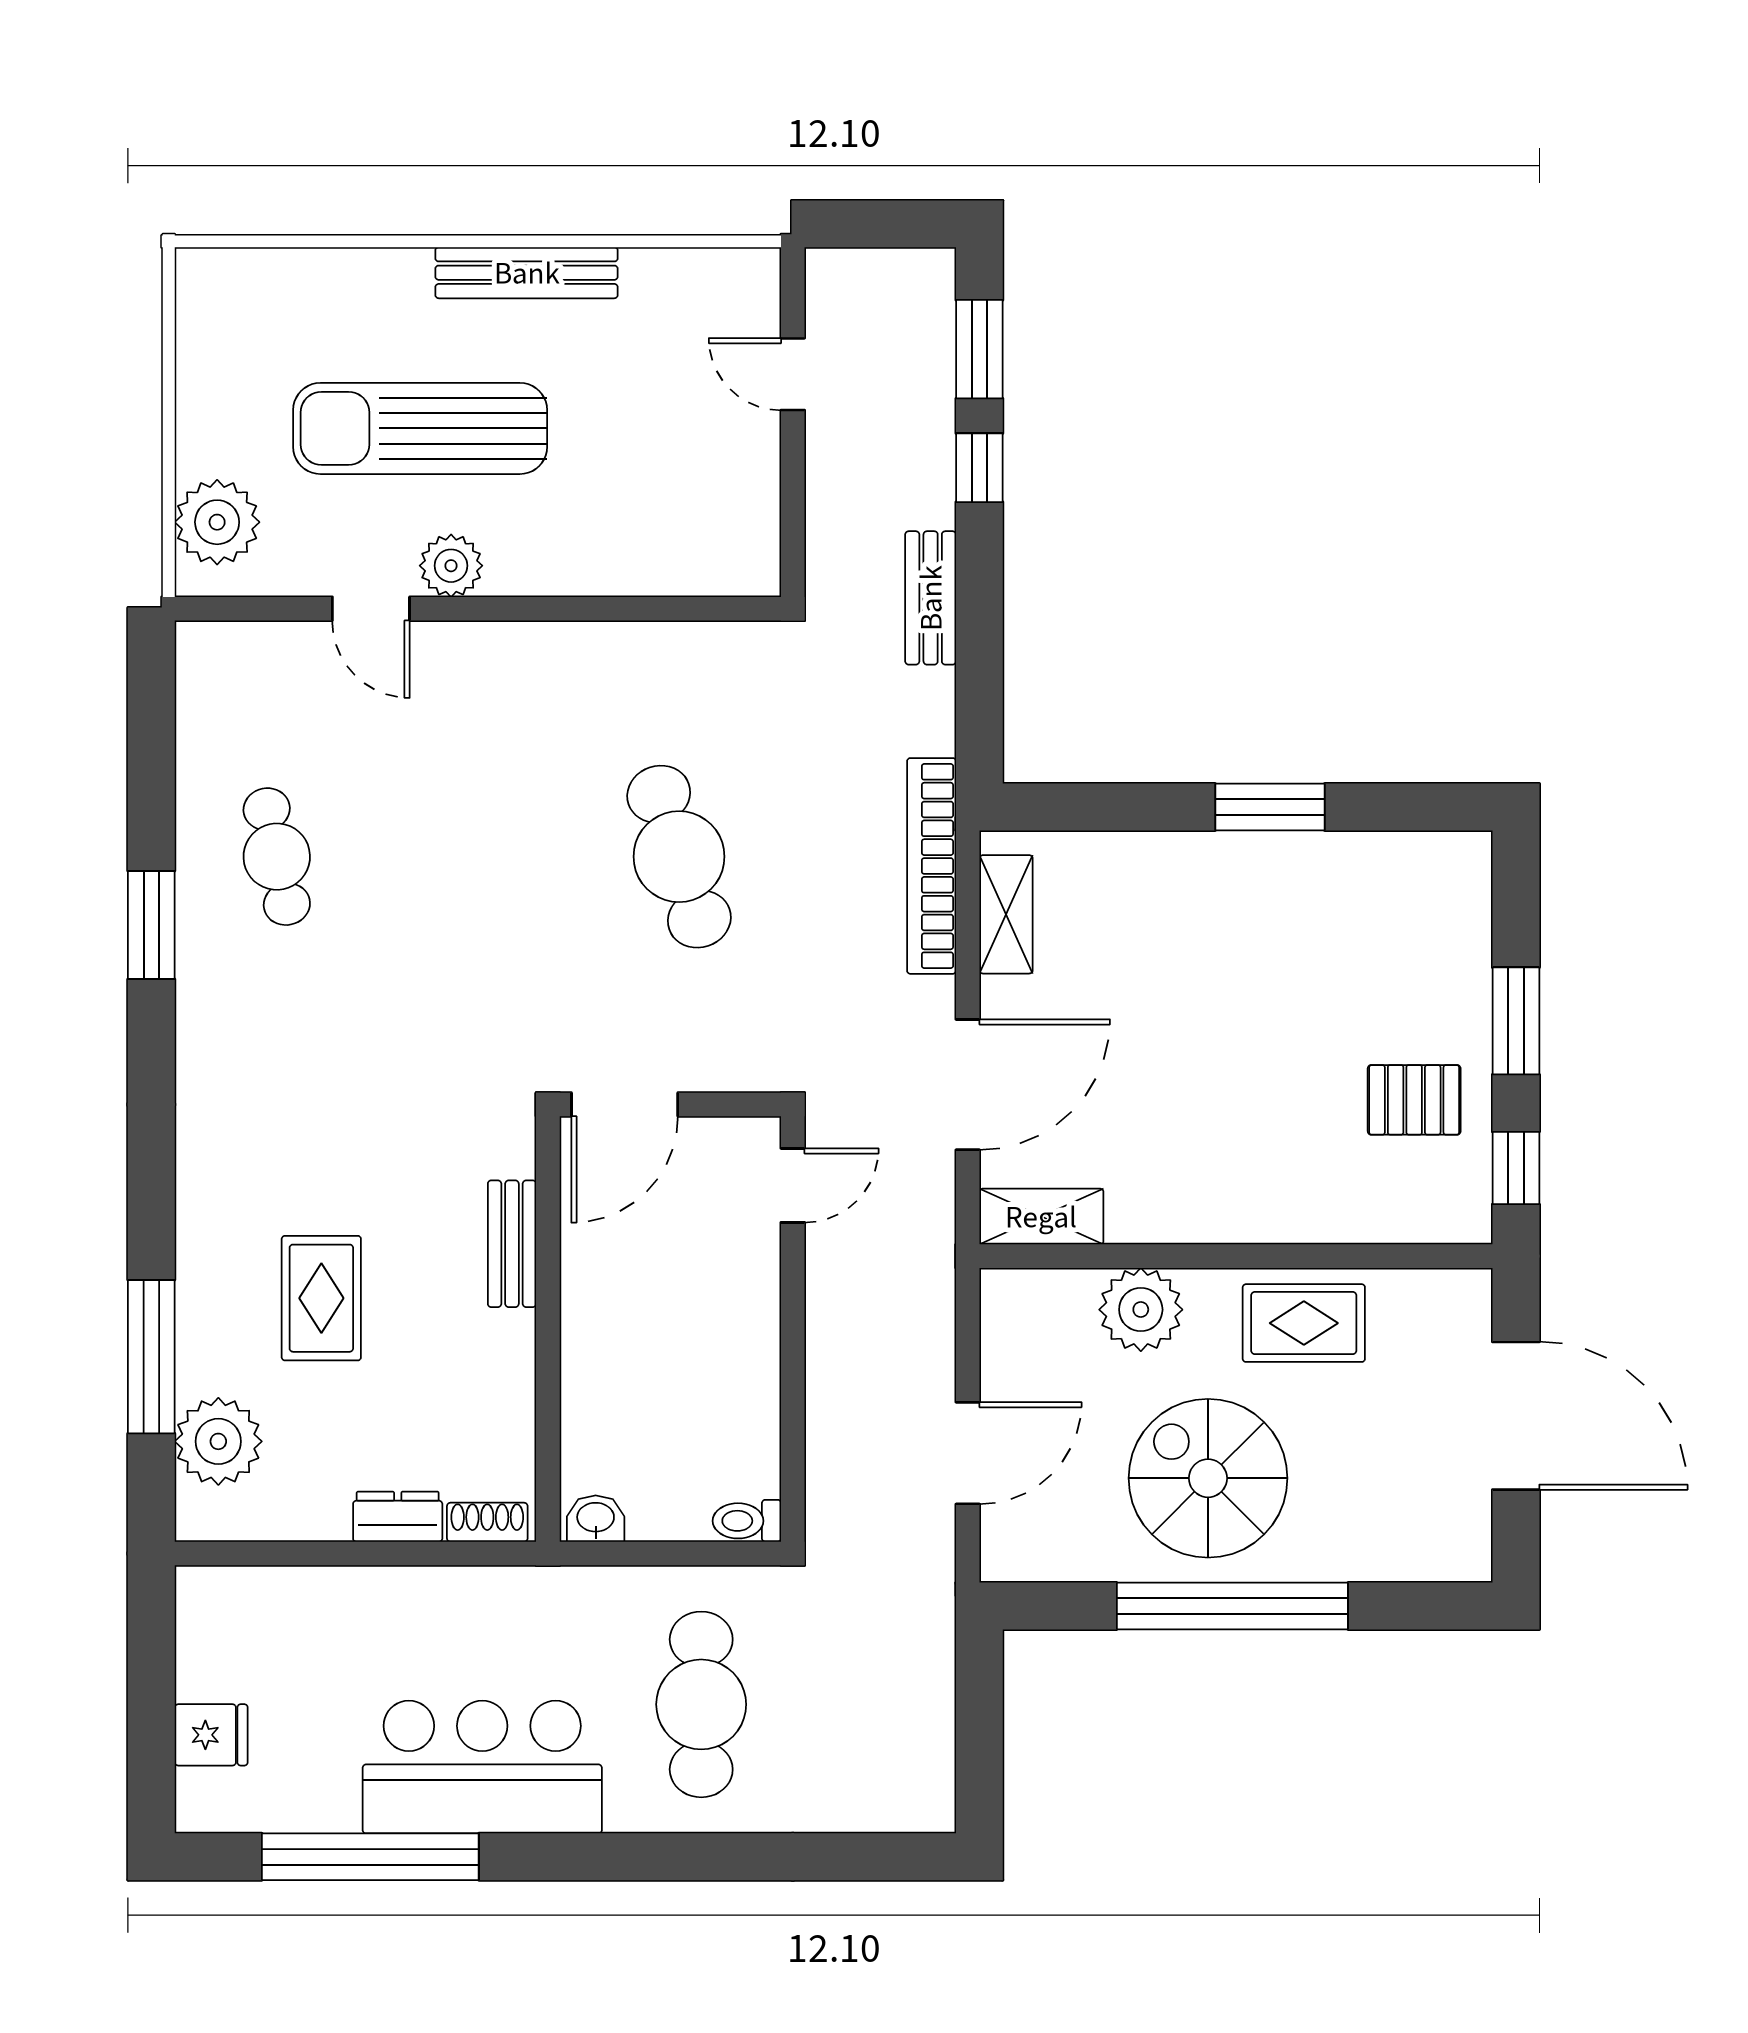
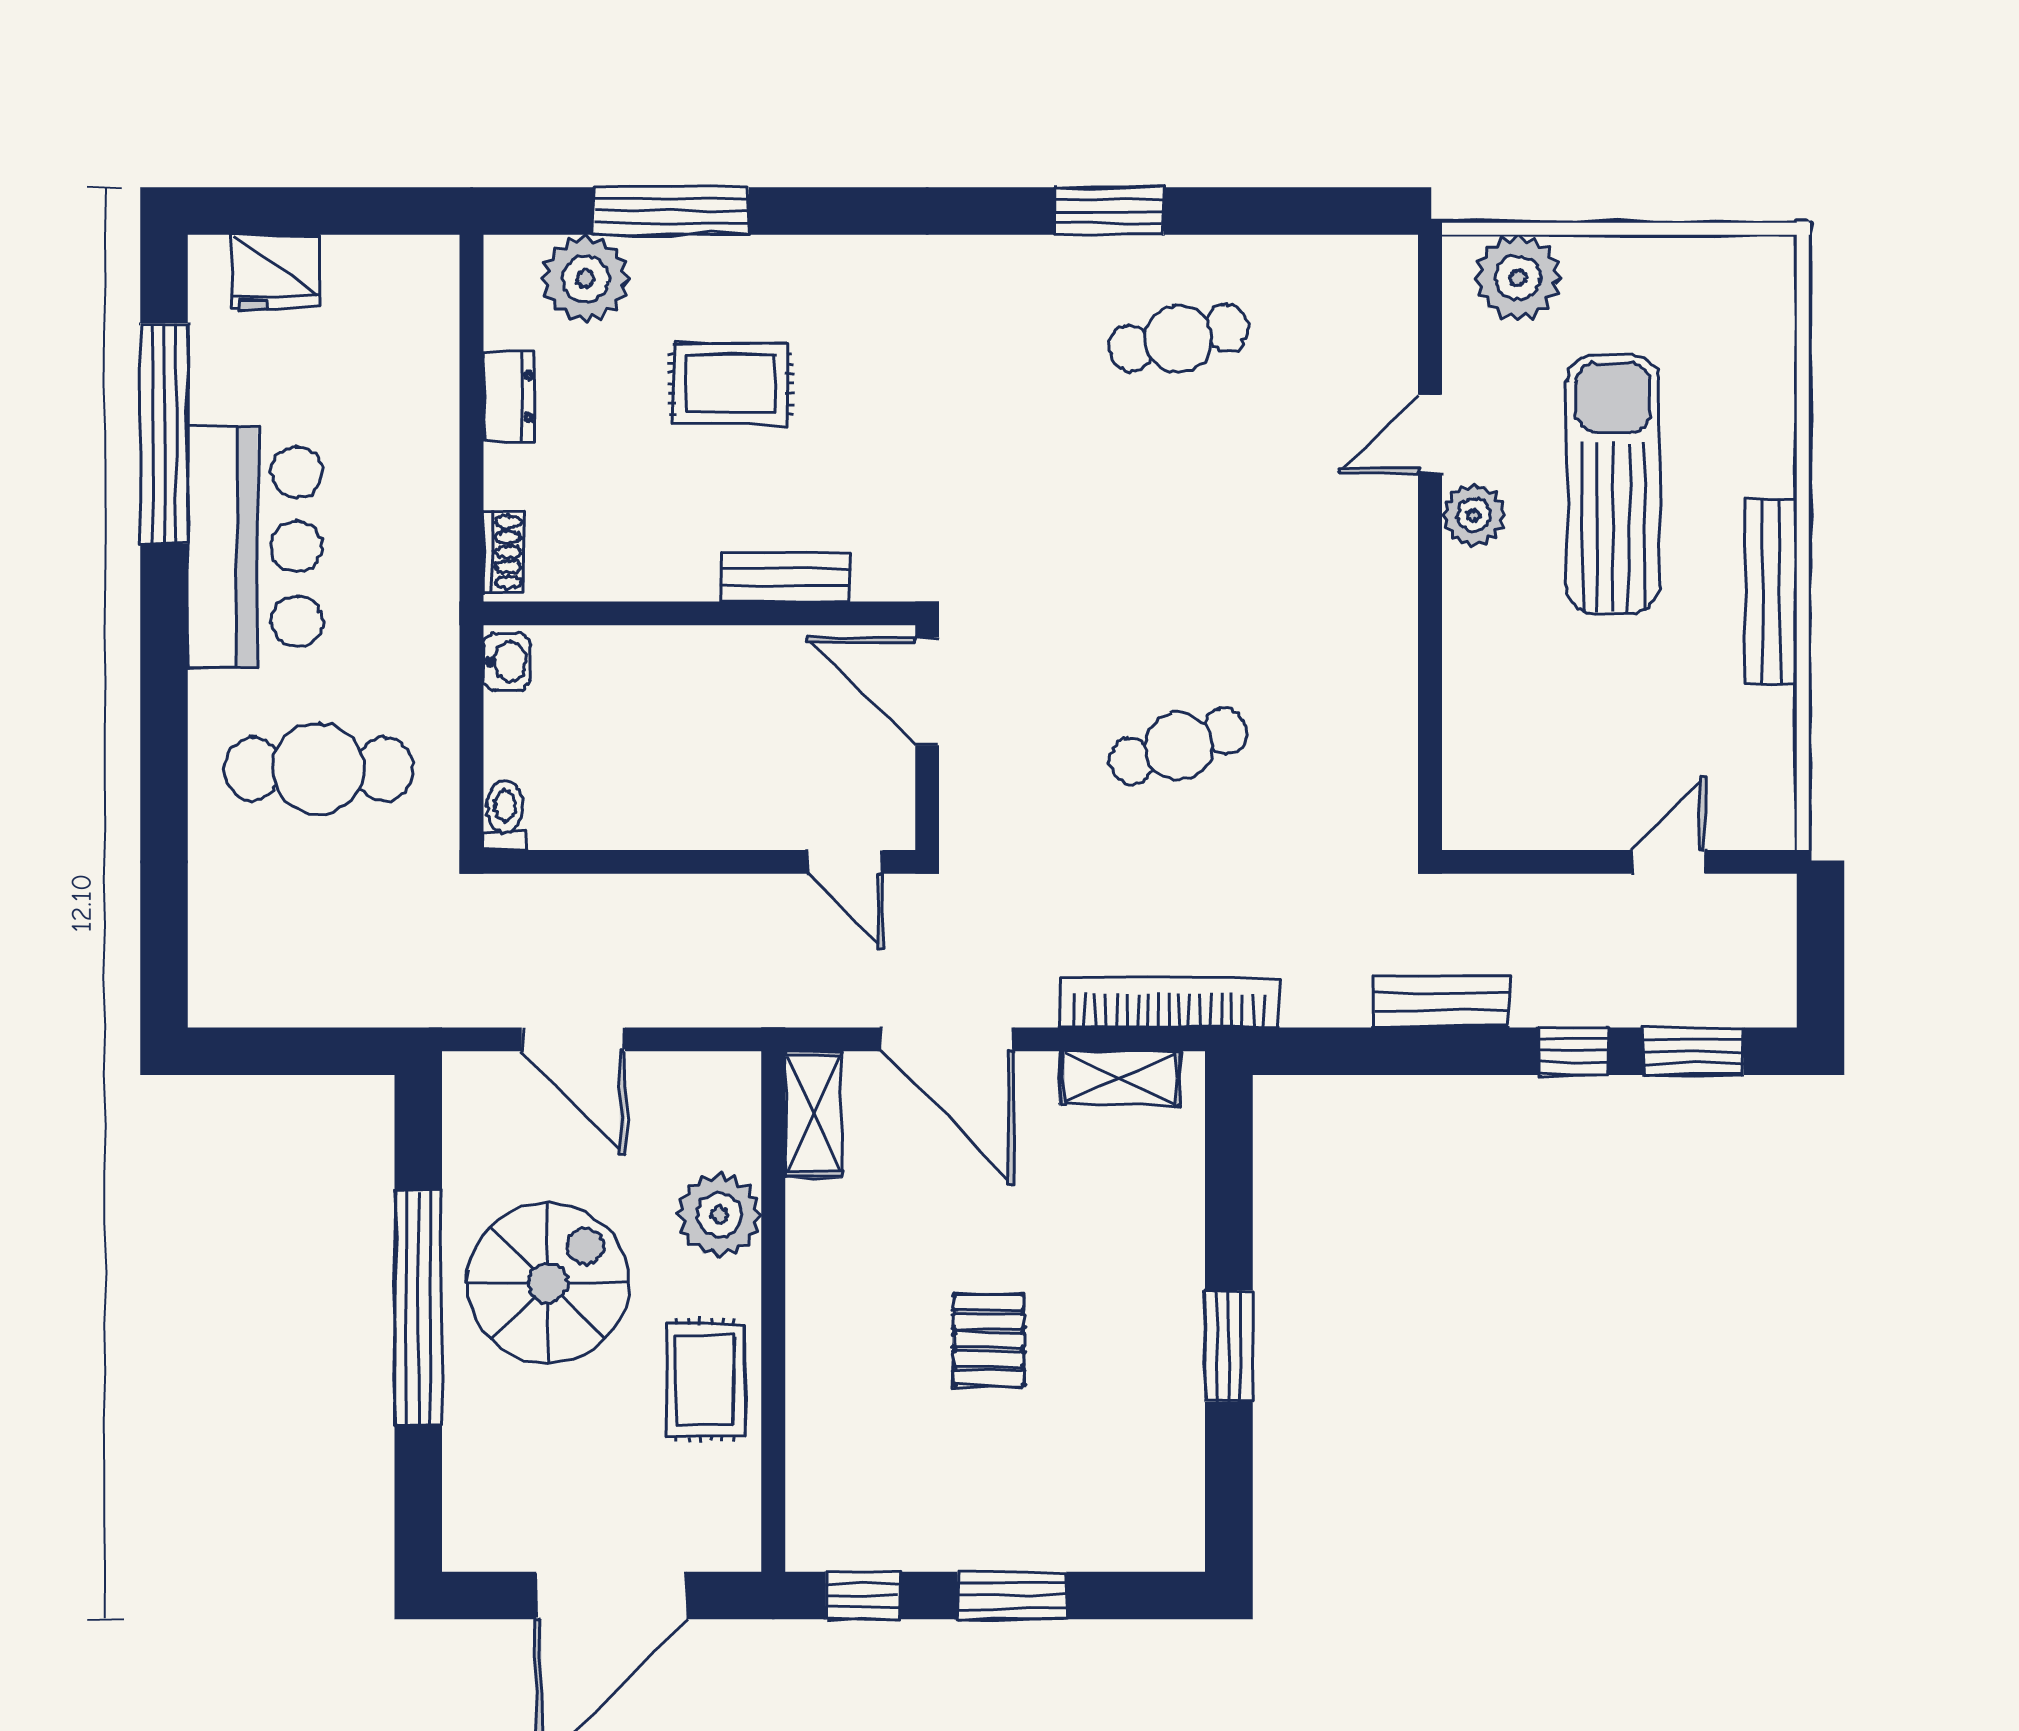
cafe table: (679, 857) -> (1179, 746), width x0.73, depth x0.74
pallet: (1414, 1100) -> (989, 1340), moved
dresser: (398, 1517) -> (509, 397), moved
fridge: (211, 1735) -> (276, 272), width x1.38

